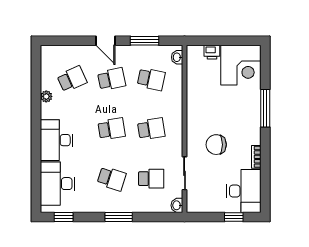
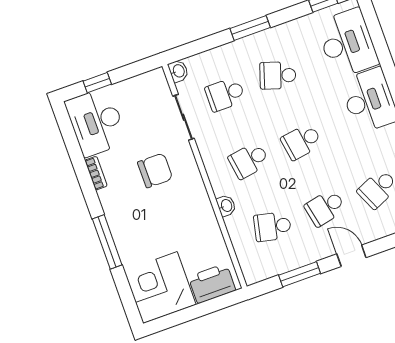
printer: (212, 52) -> (212, 283), width x1.87, depth x1.48
washbasin: (177, 57) -> (226, 206), moved

